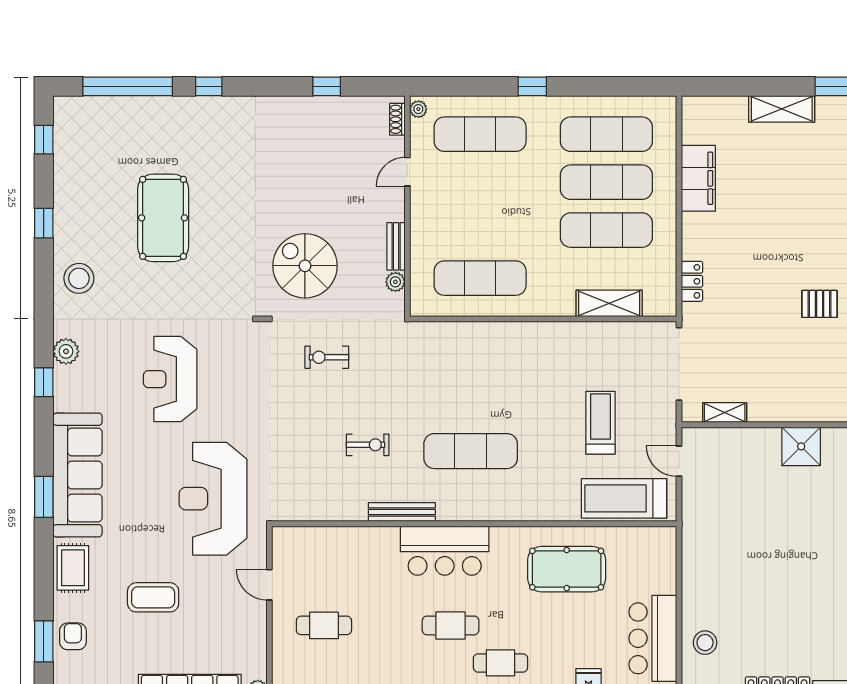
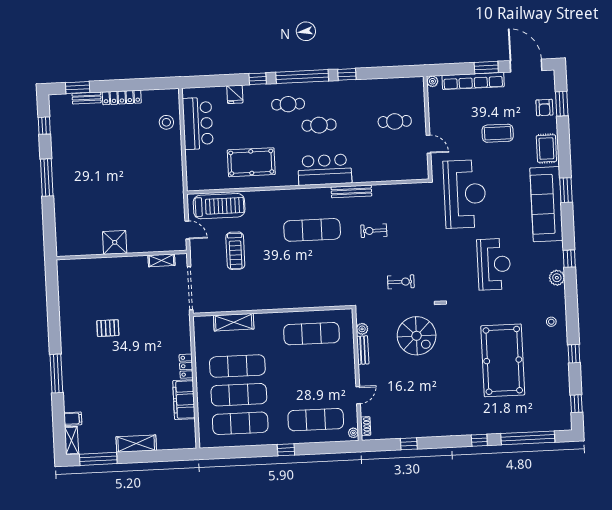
pool table: (163, 218) -> (503, 360), width x1.36, depth x1.32
stool: (79, 278) -> (551, 322), width x0.53, depth x0.53
locker: (692, 281) -> (186, 366), moved

